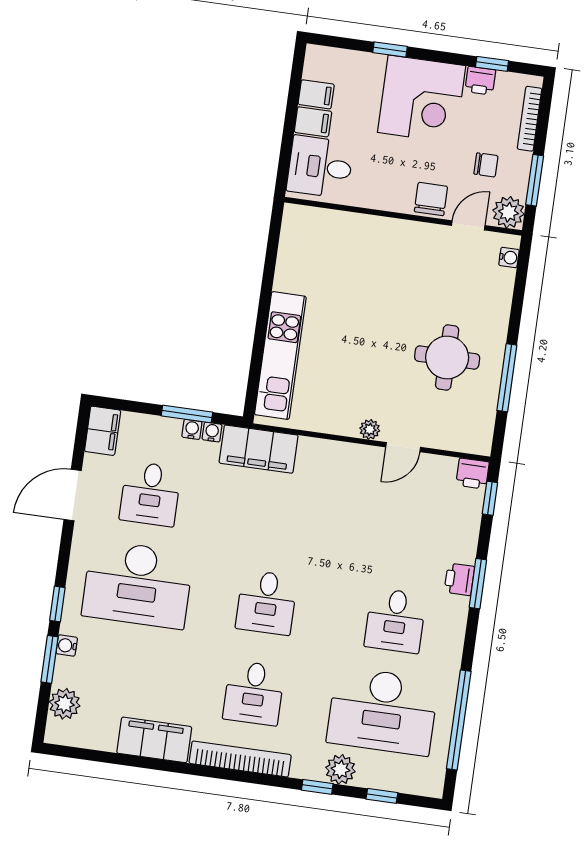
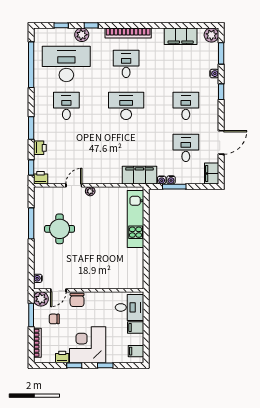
window: (492, 64) -> (74, 365), moved
filing cabinet: (316, 94) -> (136, 351), moved
printer: (459, 579) -> (40, 148), moved
desk: (138, 584) -> (186, 106), width x0.53, depth x0.77
desk: (266, 602) -> (126, 106), width x1.37
window: (50, 659) -> (221, 53), moved
plant: (65, 704) -> (211, 35), moved
filing cabinet: (154, 740) -> (181, 36), moved

